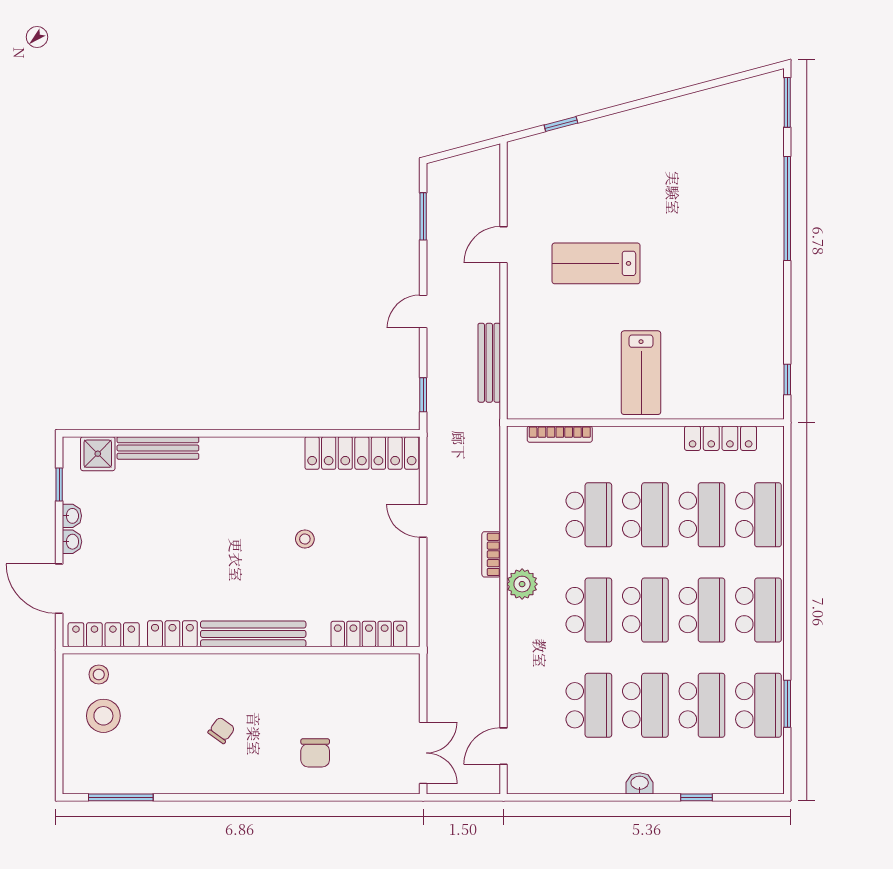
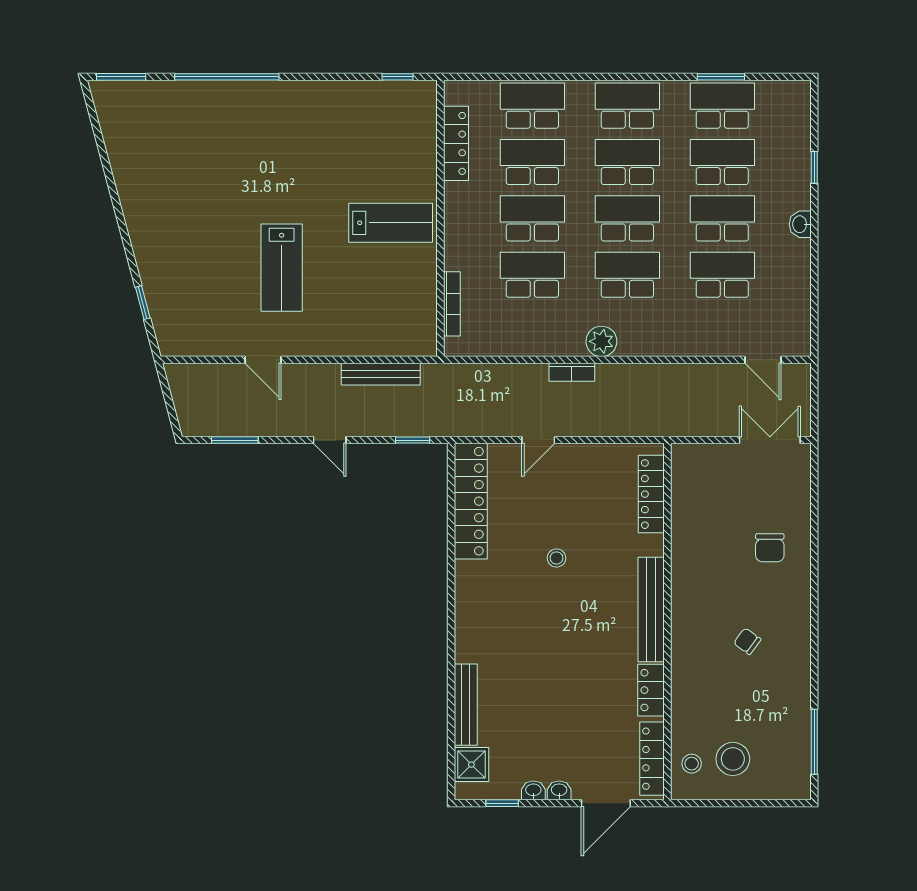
chair: (315, 753) -> (770, 548), turned 90

